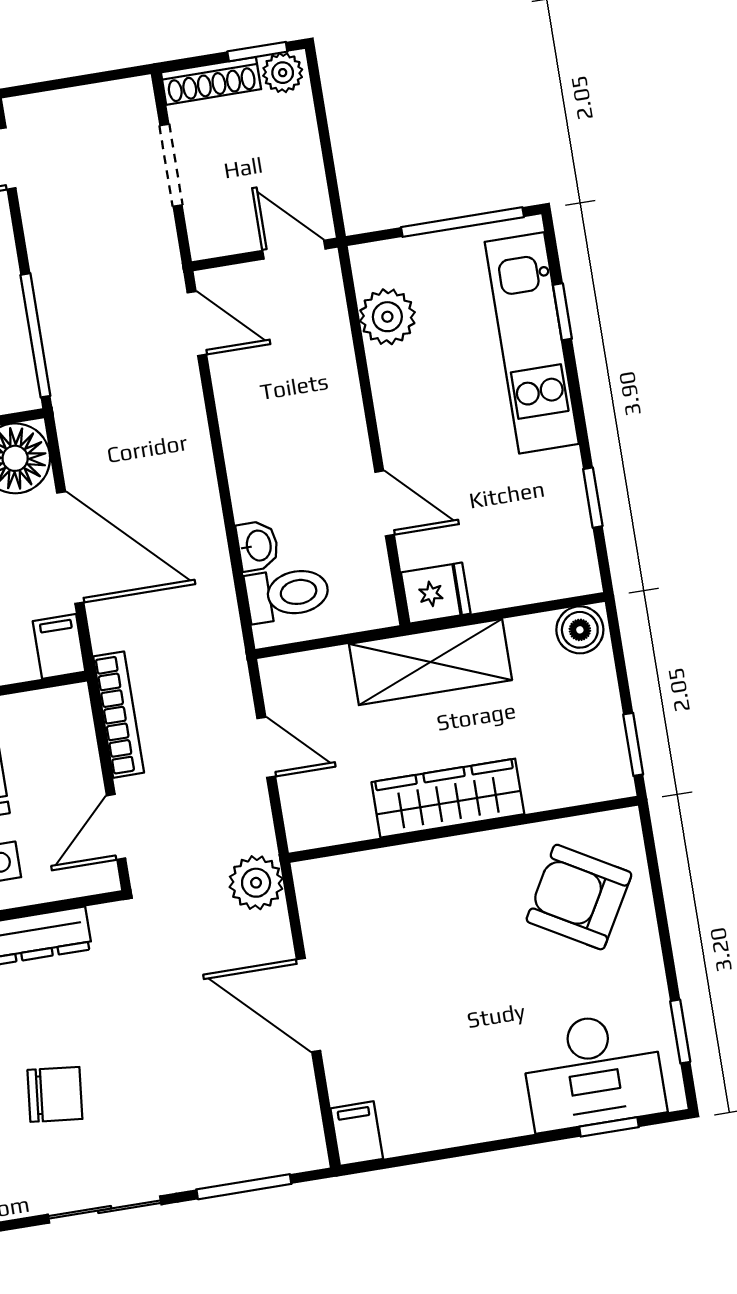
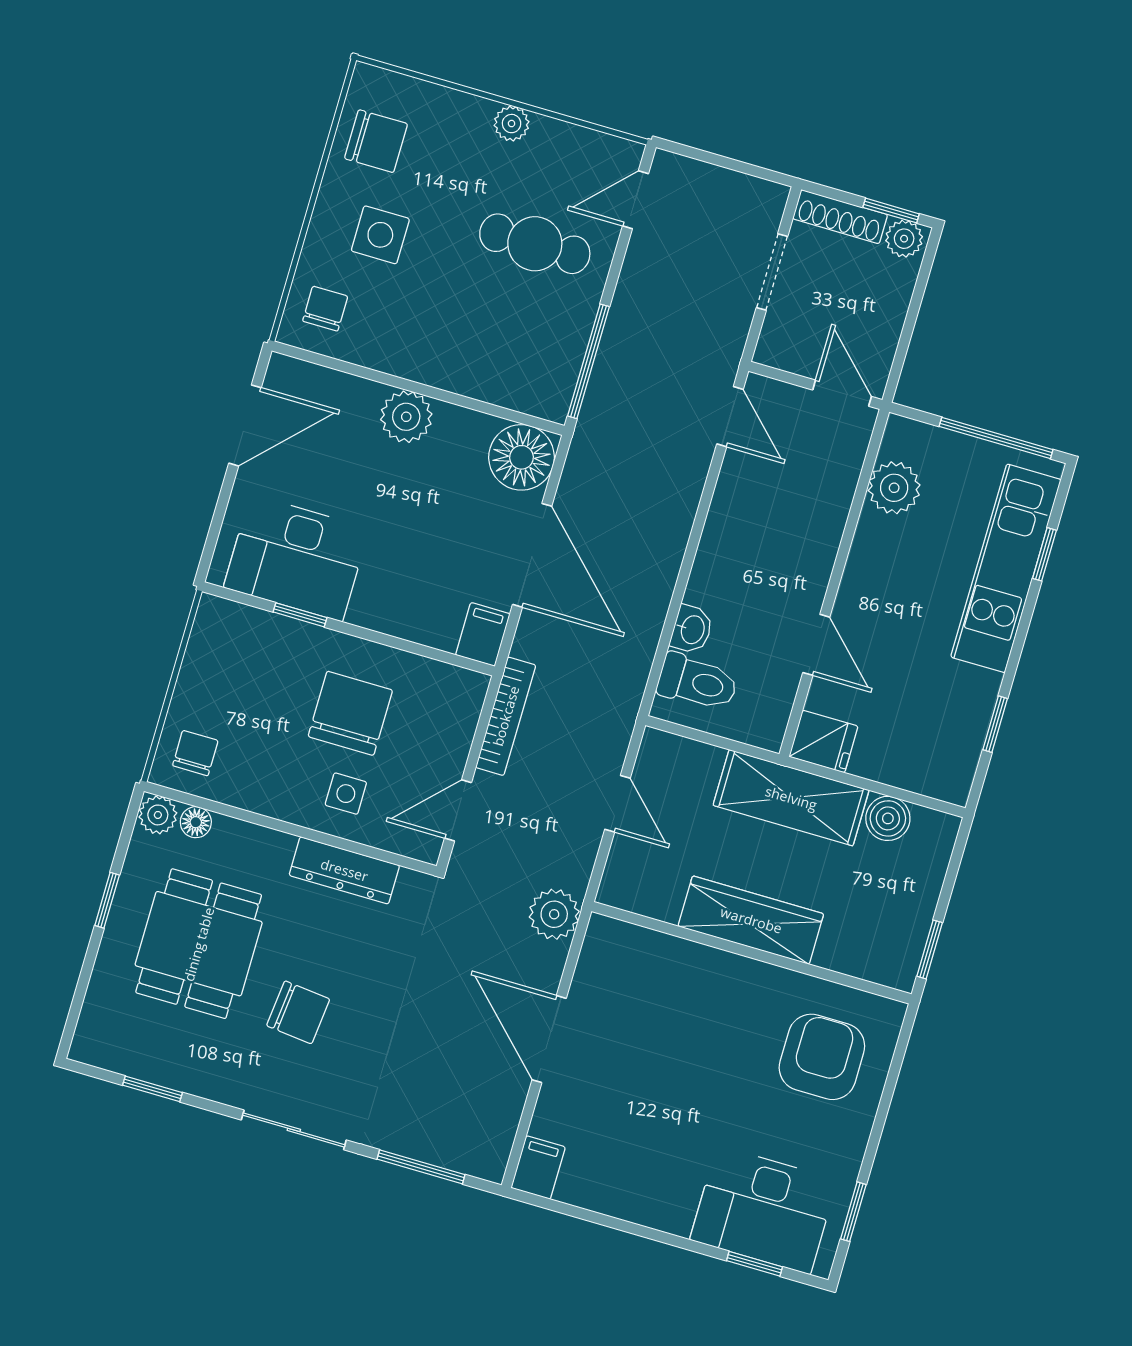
boiler: (580, 630) -> (888, 818), moved
armchair: (579, 897) -> (822, 1057), turned 60

